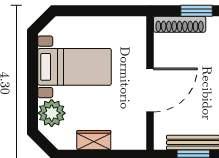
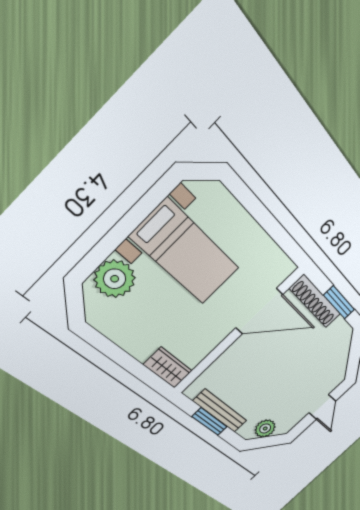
door: (150, 90) -> (259, 311), moved
wardrobe: (94, 140) -> (168, 368), moved

